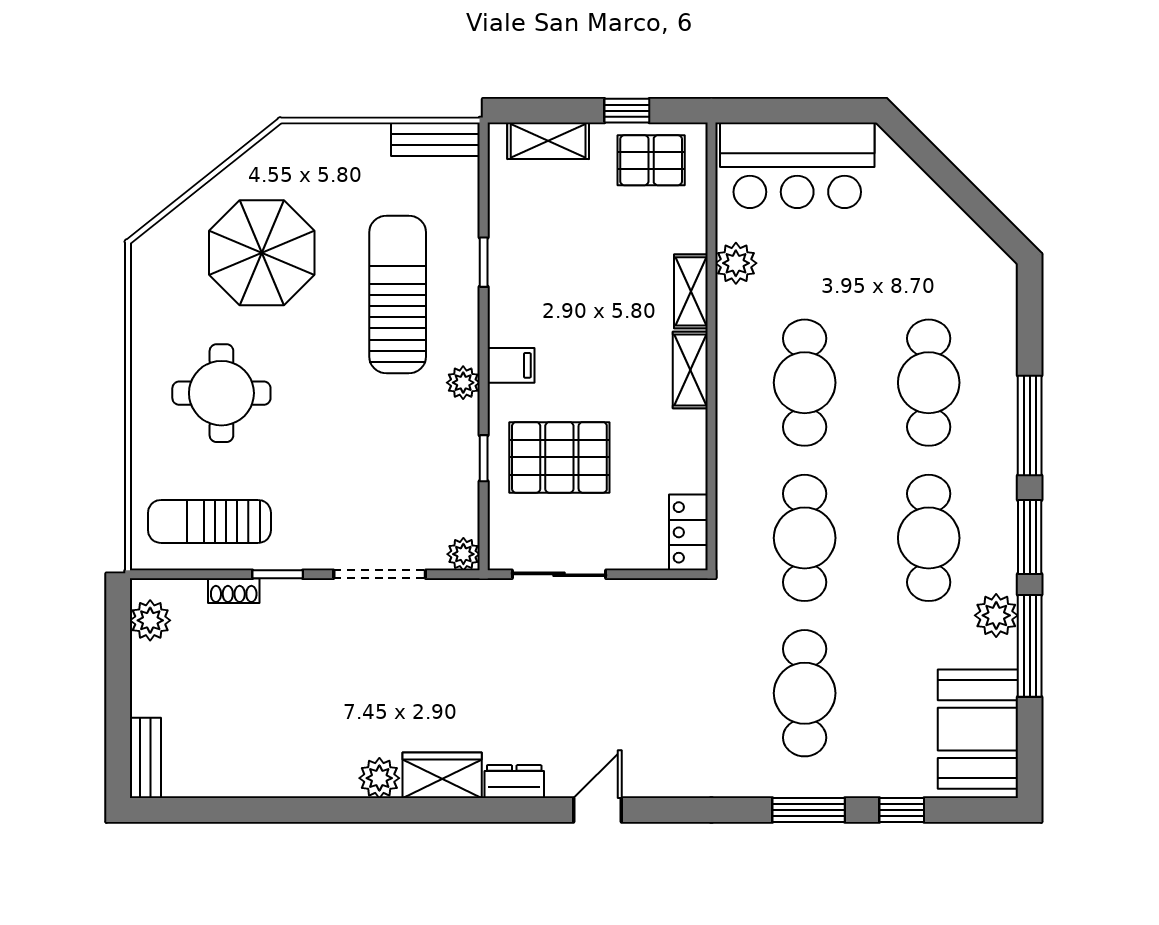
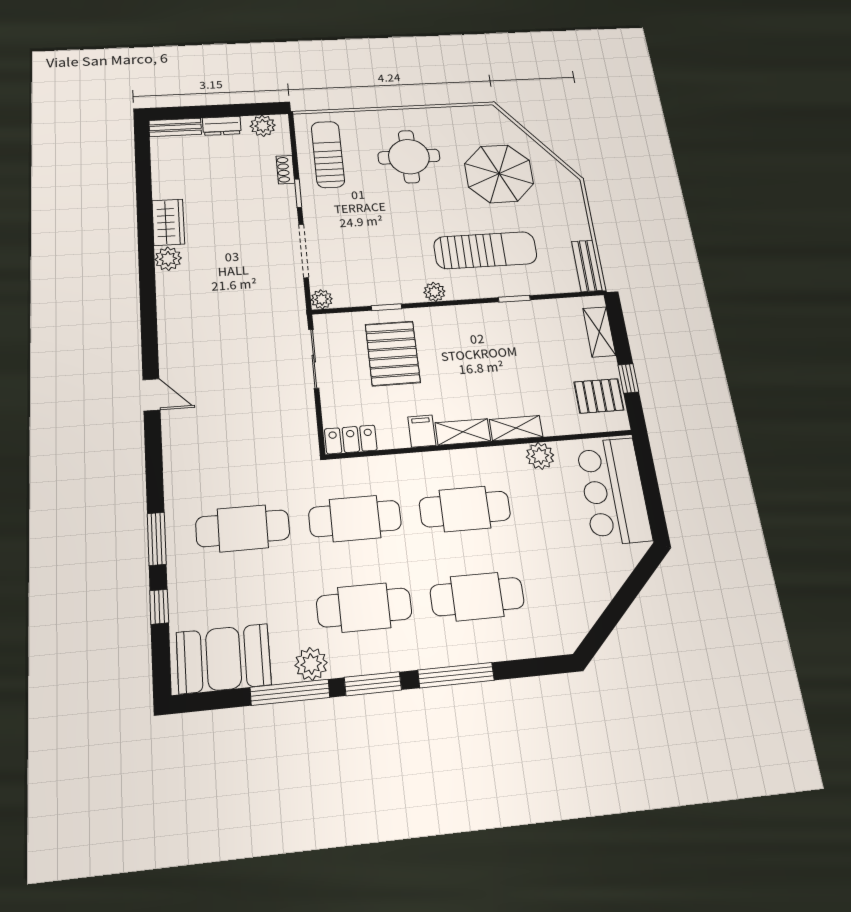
pallet: (651, 160) -> (599, 396), turned 90
filing cabinet: (511, 365) -> (422, 431), moved, turned 180
wardrobe: (442, 775) -> (168, 222), moved
dresser: (514, 782) -> (222, 126), moved, turned 90

